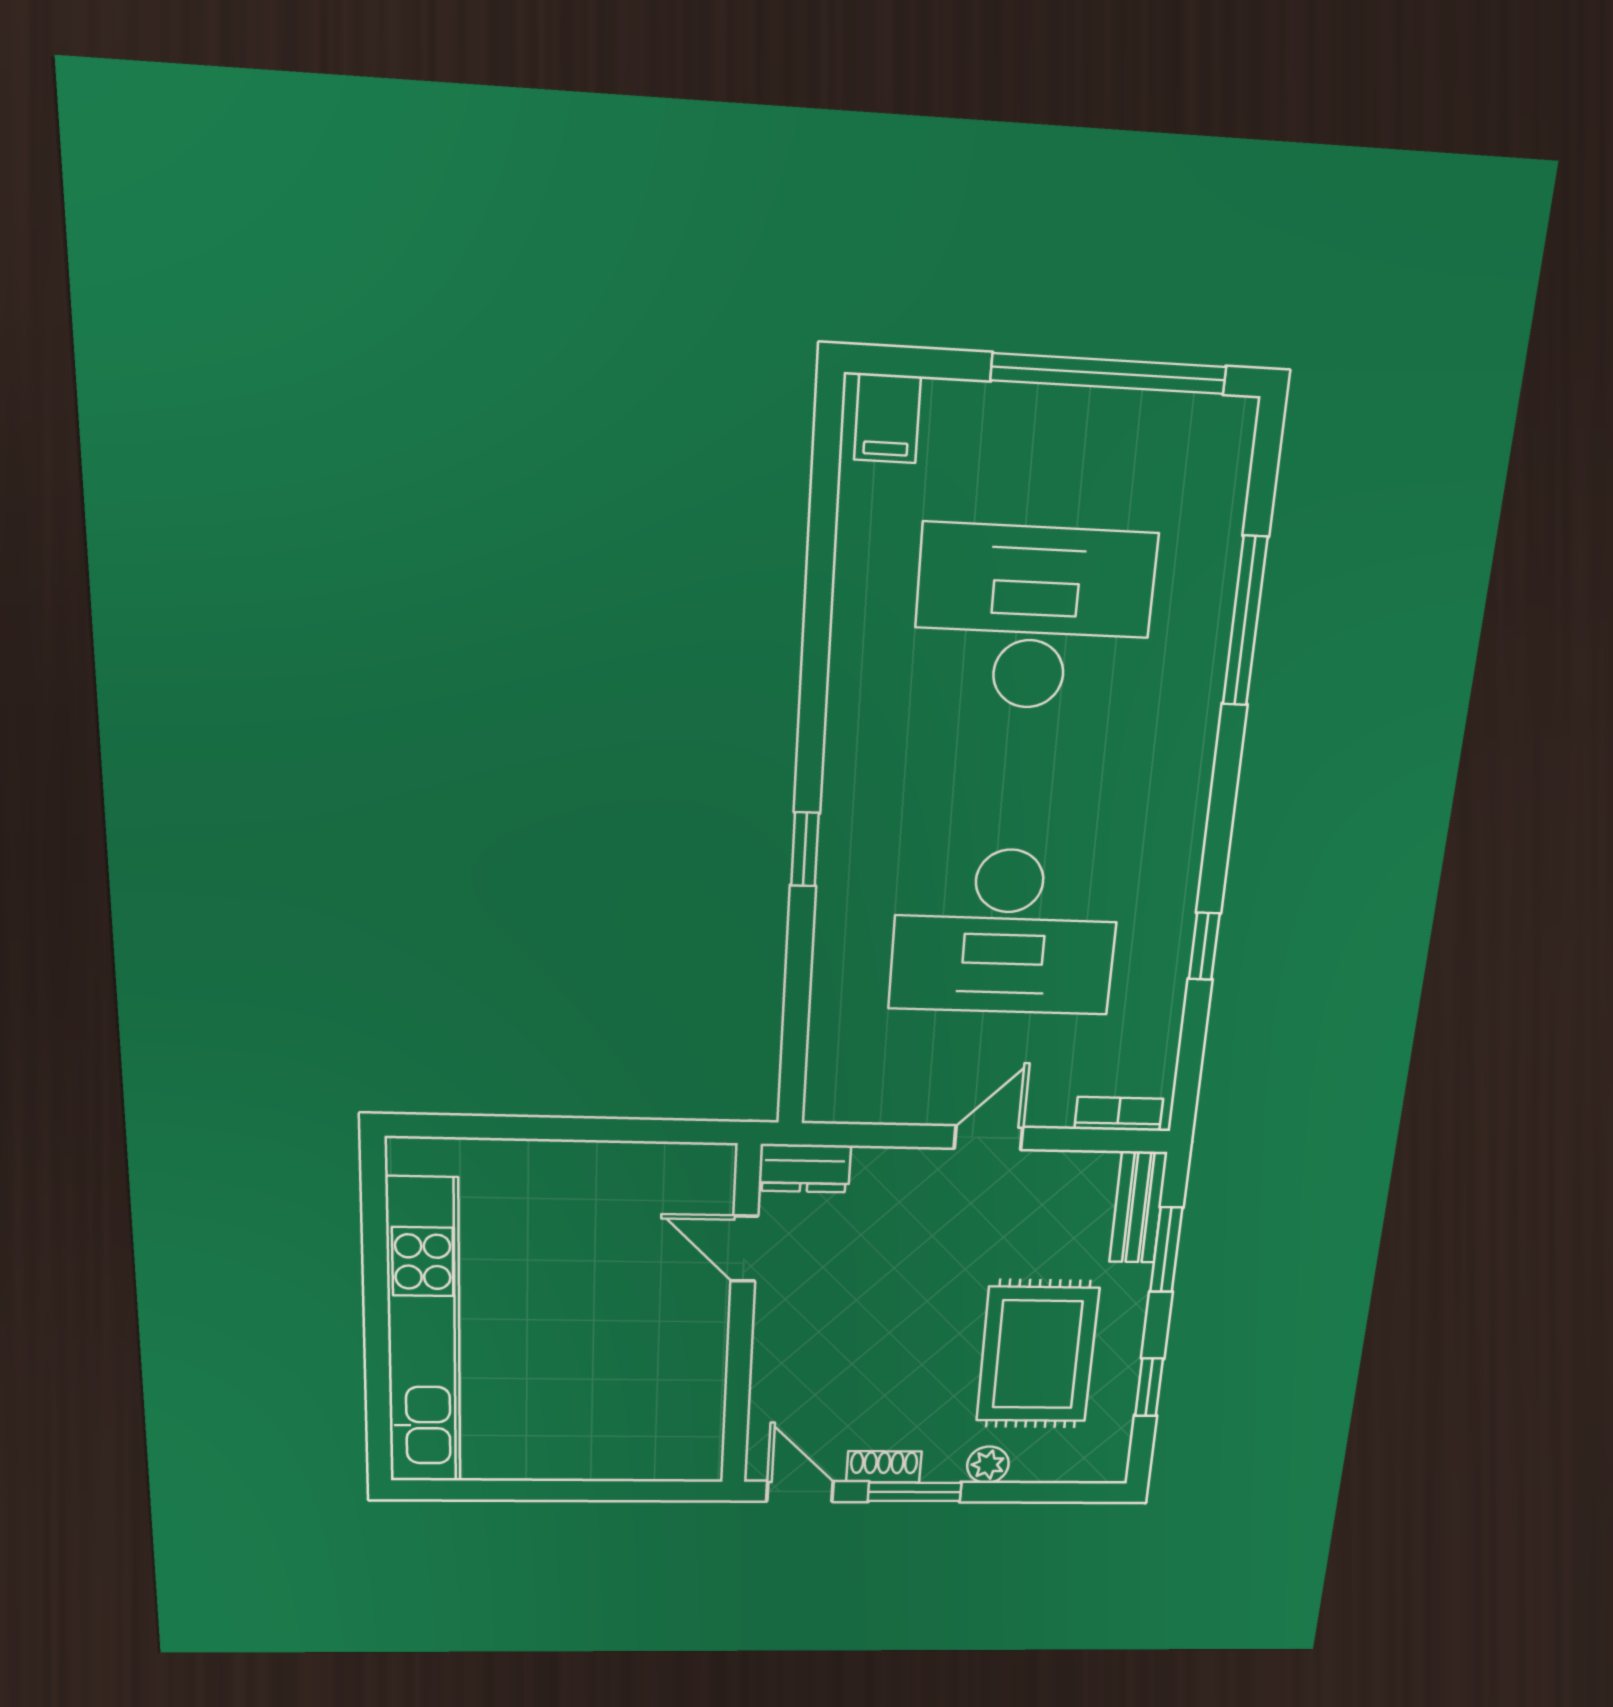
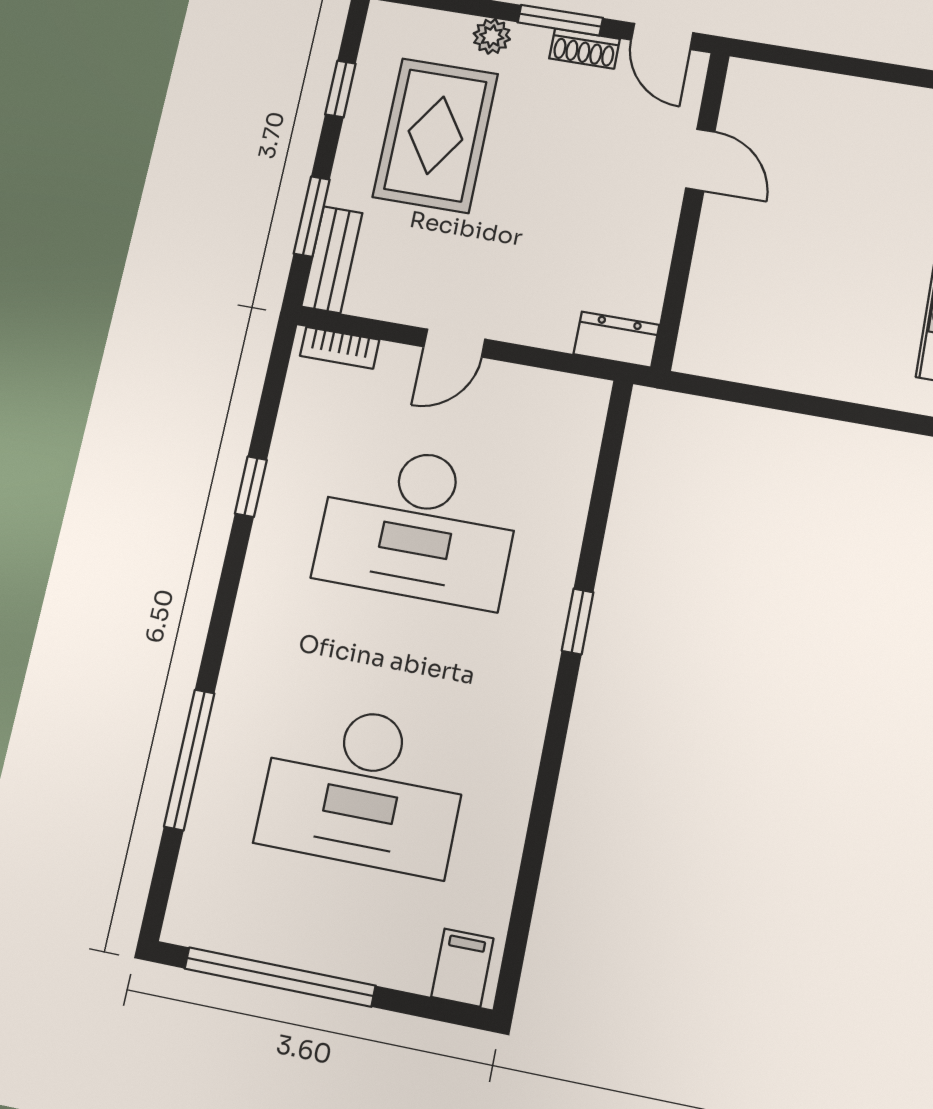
desk: (1005, 932) -> (418, 525), turned 180
door: (744, 1249) -> (700, 160), moved

